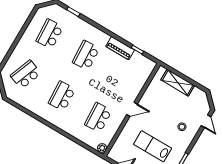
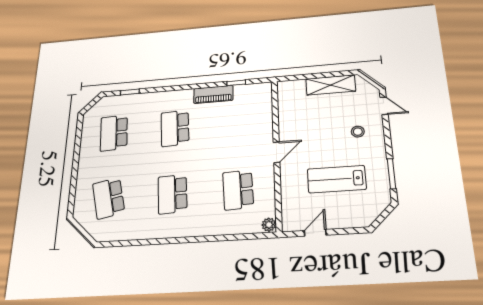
school desk: (26, 75) -> (109, 198), turned -33
shelving: (178, 83) -> (331, 85), moved

